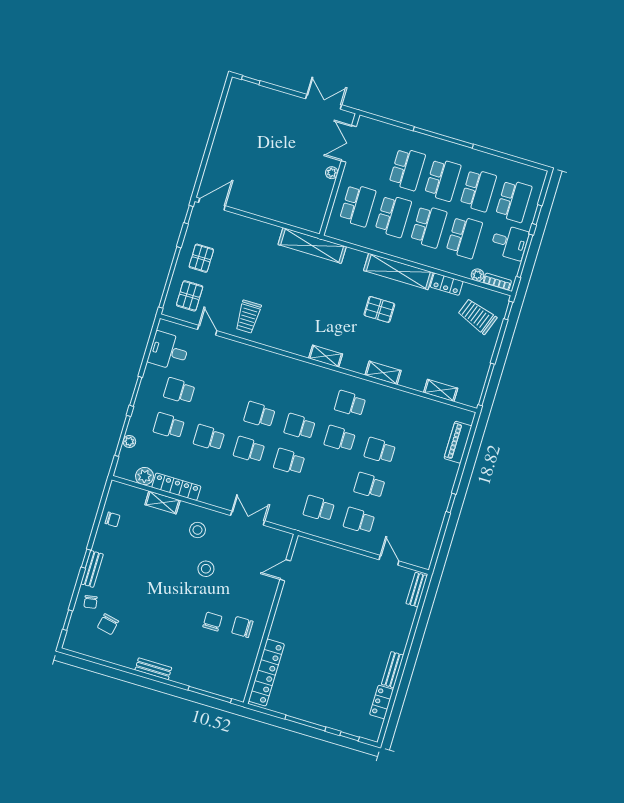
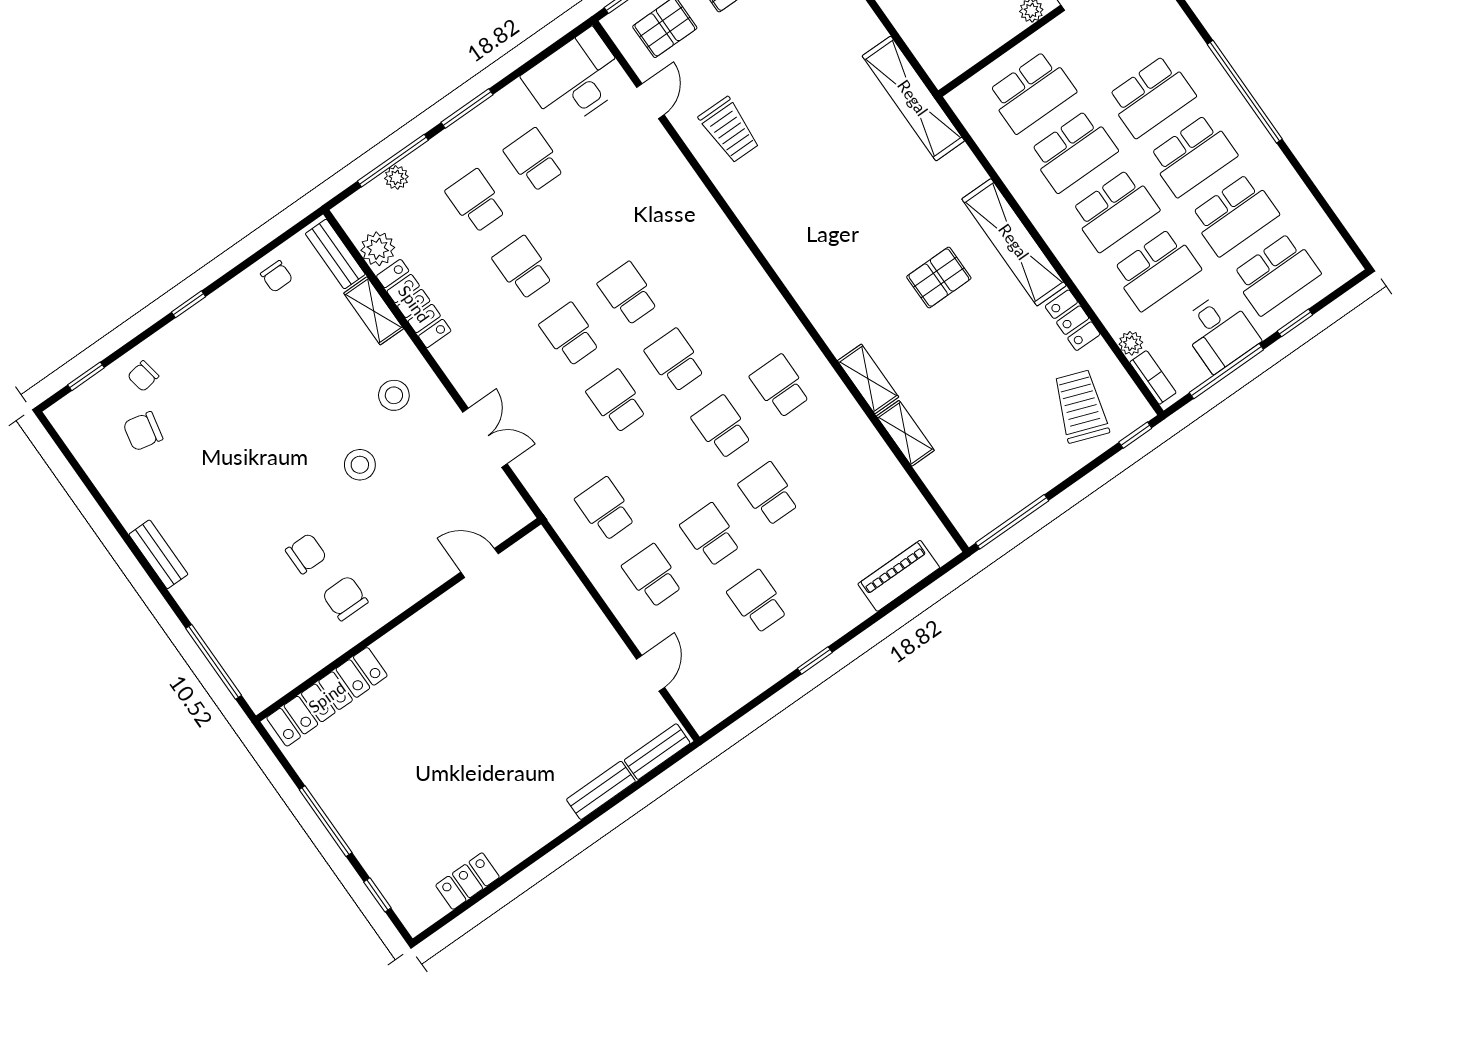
pallet: (379, 309) -> (939, 278), turned 90
trolley: (248, 317) -> (729, 130), turned -90
desk: (169, 351) -> (576, 79), width x1.37
shelving: (326, 356) -> (800, 284), removed
shelving: (441, 390) -> (905, 433), moved
school desk: (409, 497) -> (758, 602), added
bench: (92, 569) -> (335, 254), moved, turned 90
bench: (392, 670) -> (601, 790), moved

